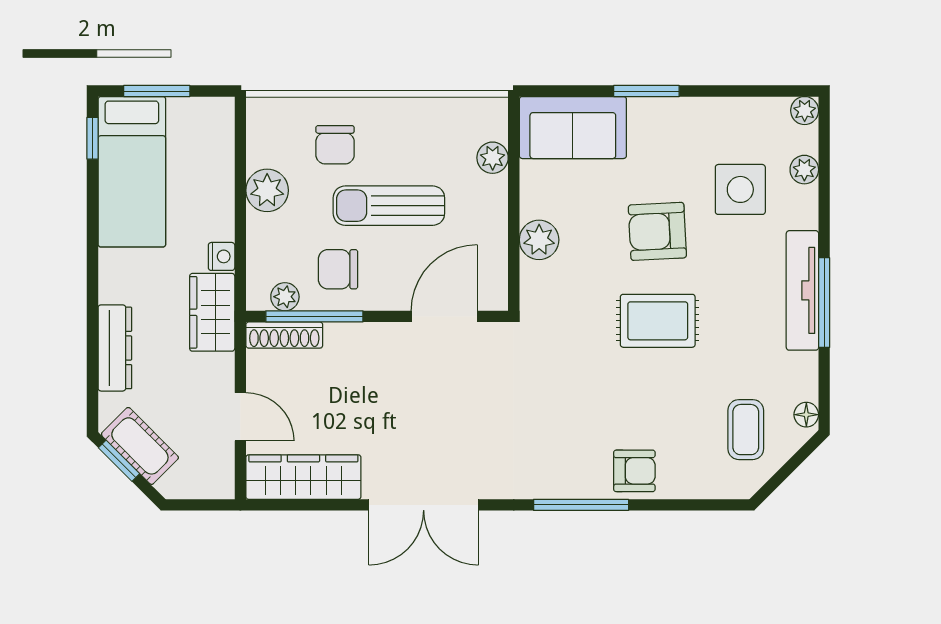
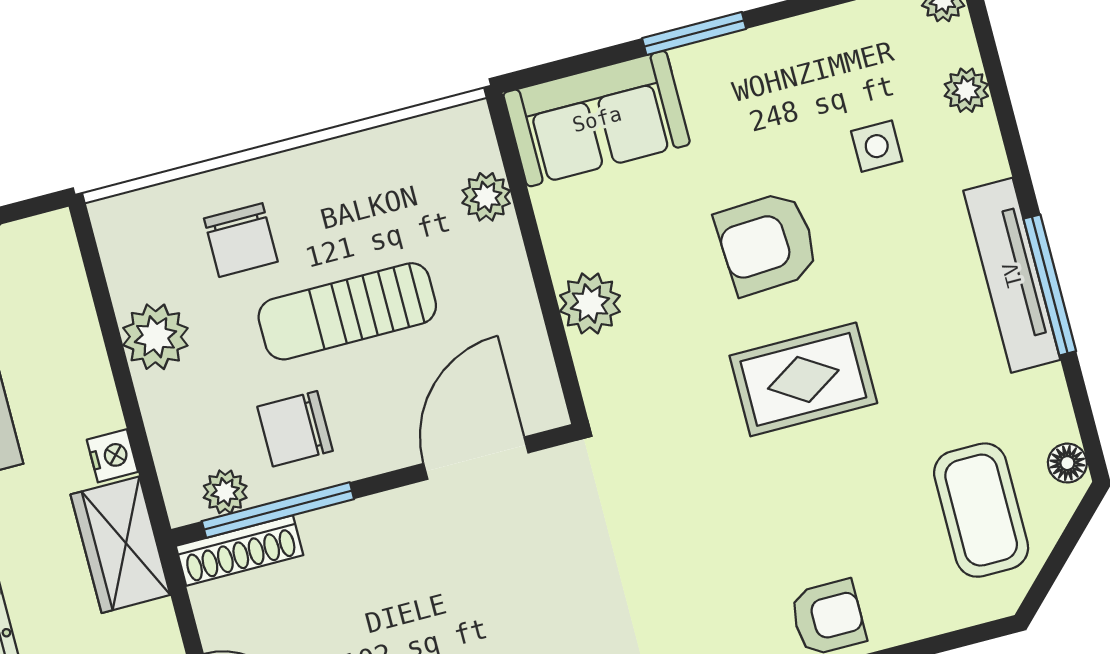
side table: (740, 189) -> (877, 146), width x0.54, depth x0.54
coffee table: (746, 430) -> (981, 510), width x1.36, depth x1.30

